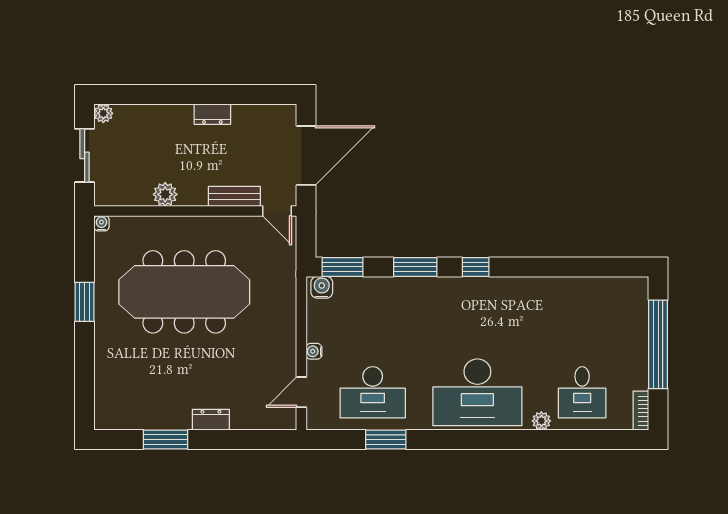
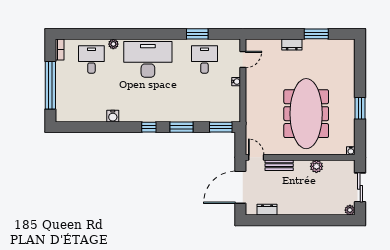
dresser: (212, 114) -> (267, 210), moved
water cooler: (322, 287) -> (113, 116), moved
meeting table: (184, 292) -> (306, 114), turned 90
desk: (373, 392) -> (204, 59), width x0.73

